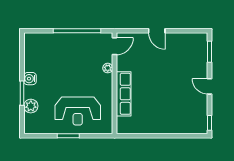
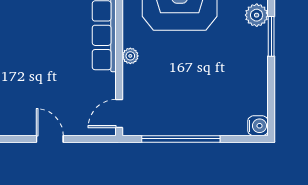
plant: (108, 68) -> (130, 56), moved
water cooler: (30, 79) -> (258, 126), moved

